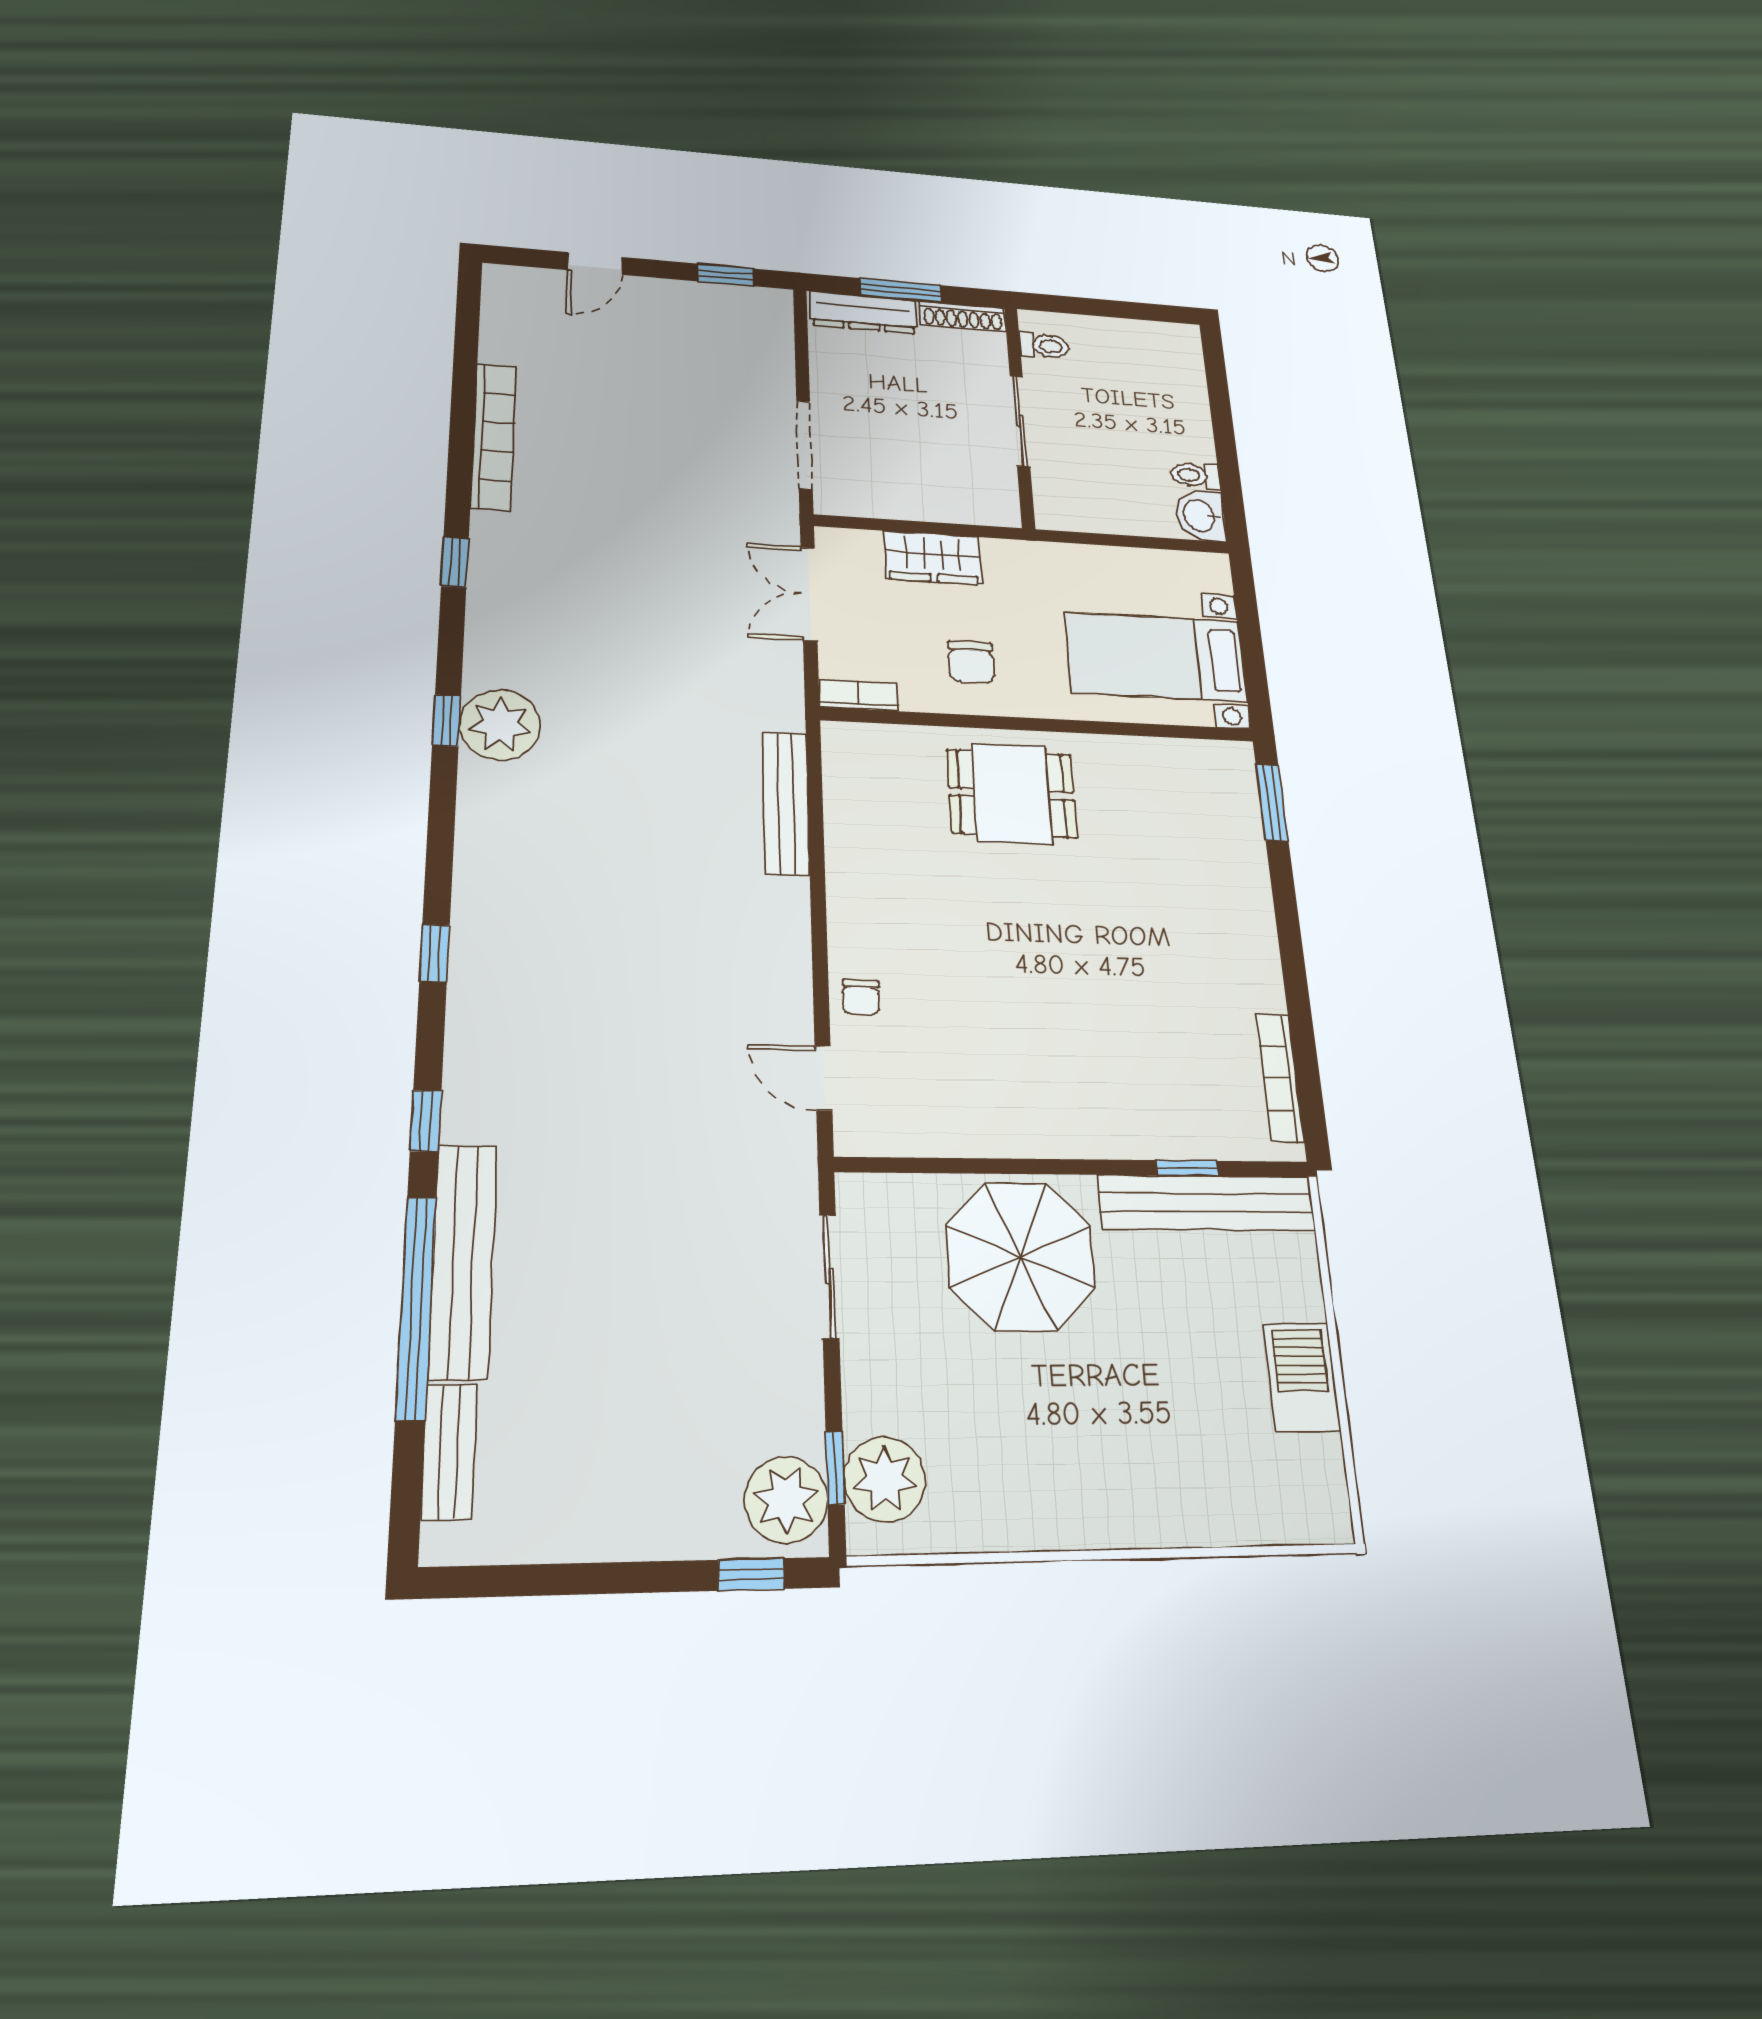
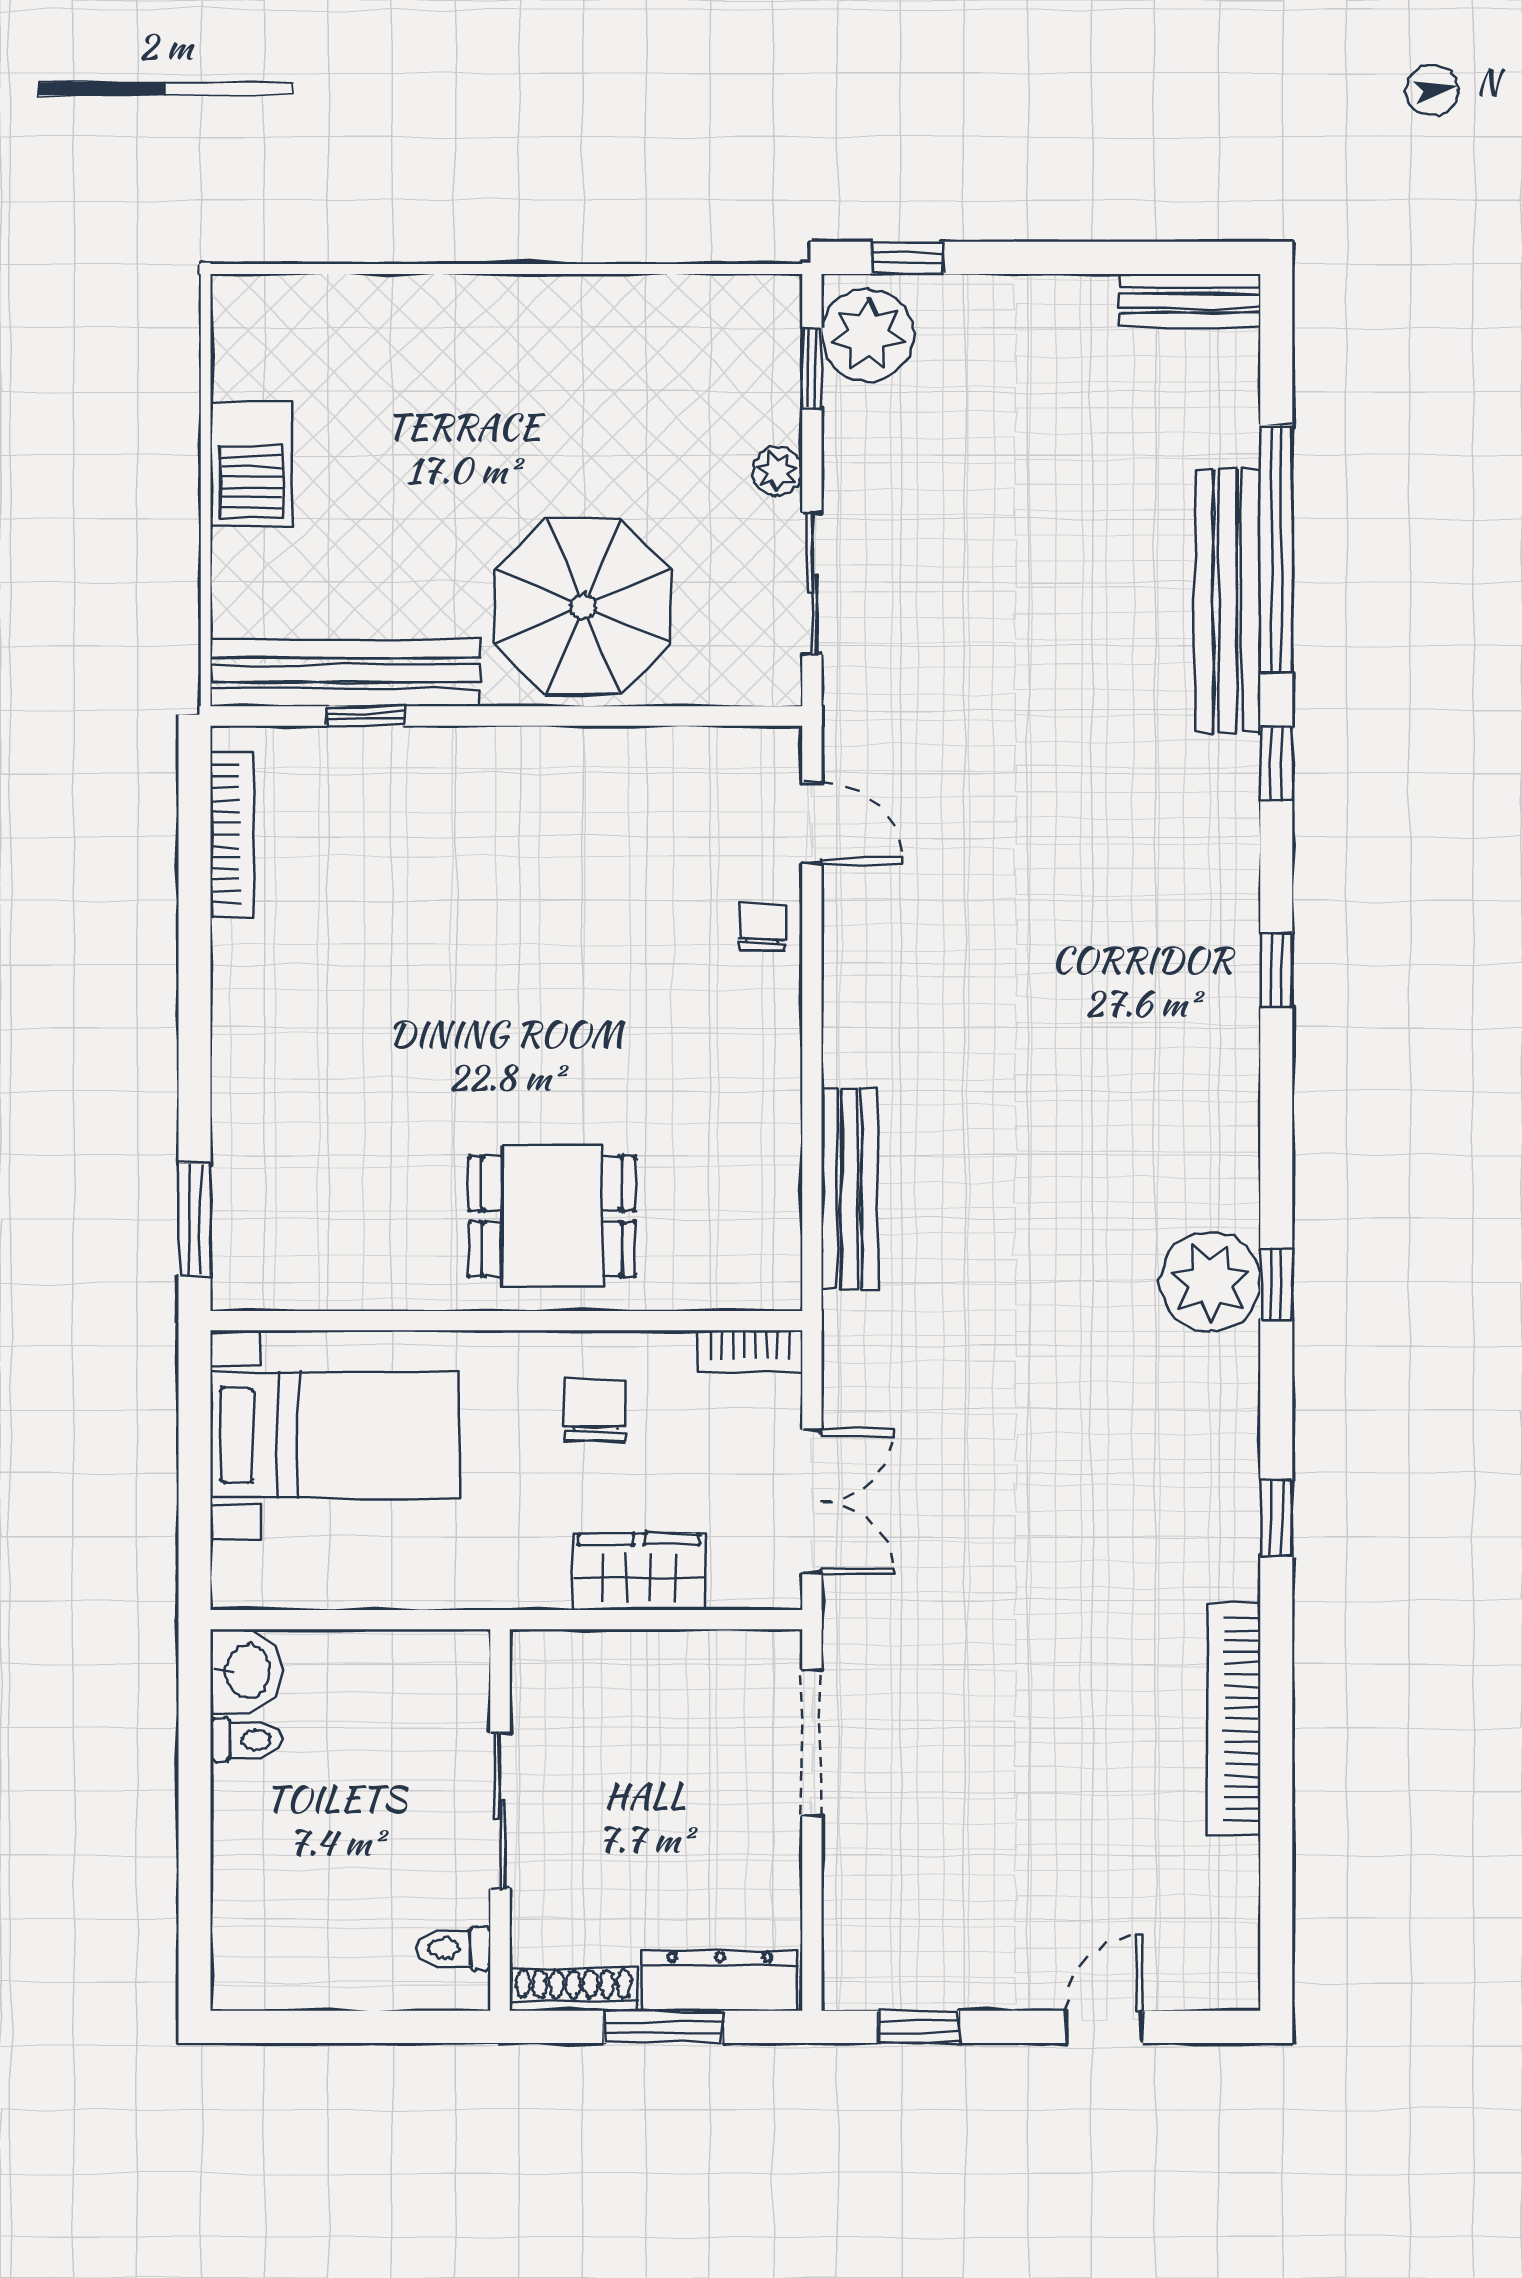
bench: (449, 1451) -> (1190, 301), moved, turned 90
plant: (885, 1479) -> (778, 471), moved, width x0.53, depth x0.53

